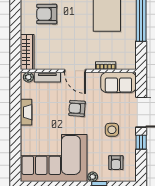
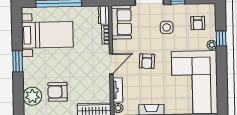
armchair: (47, 14) -> (58, 92), turned 90
dresser: (126, 64) -> (104, 15), added
armchair: (116, 163) -> (198, 23), turned 90

